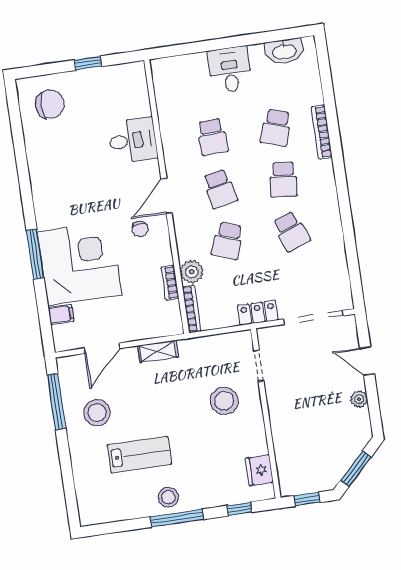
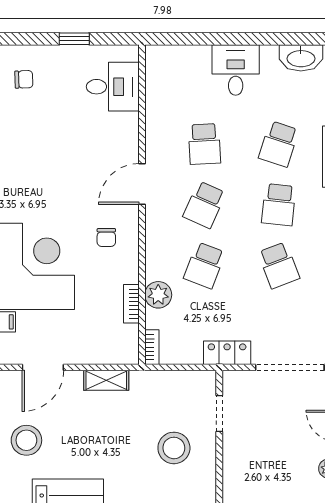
chair: (50, 104) -> (24, 79), width x0.54, depth x0.54
desk: (133, 140) -> (113, 87), moved
school desk: (220, 189) -> (204, 205), turned 36
door: (166, 196) -> (142, 184), moved
bookcase: (191, 309) -> (152, 347), width x0.64

